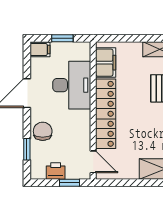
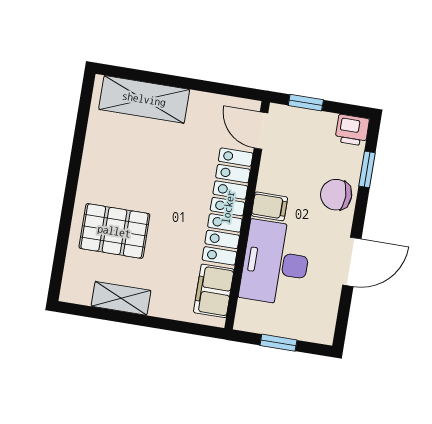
filing cabinet: (40, 50) -> (270, 206), moved, turned 180
chair: (43, 131) -> (336, 195), turned 90
printer: (56, 171) -> (352, 130), moved

